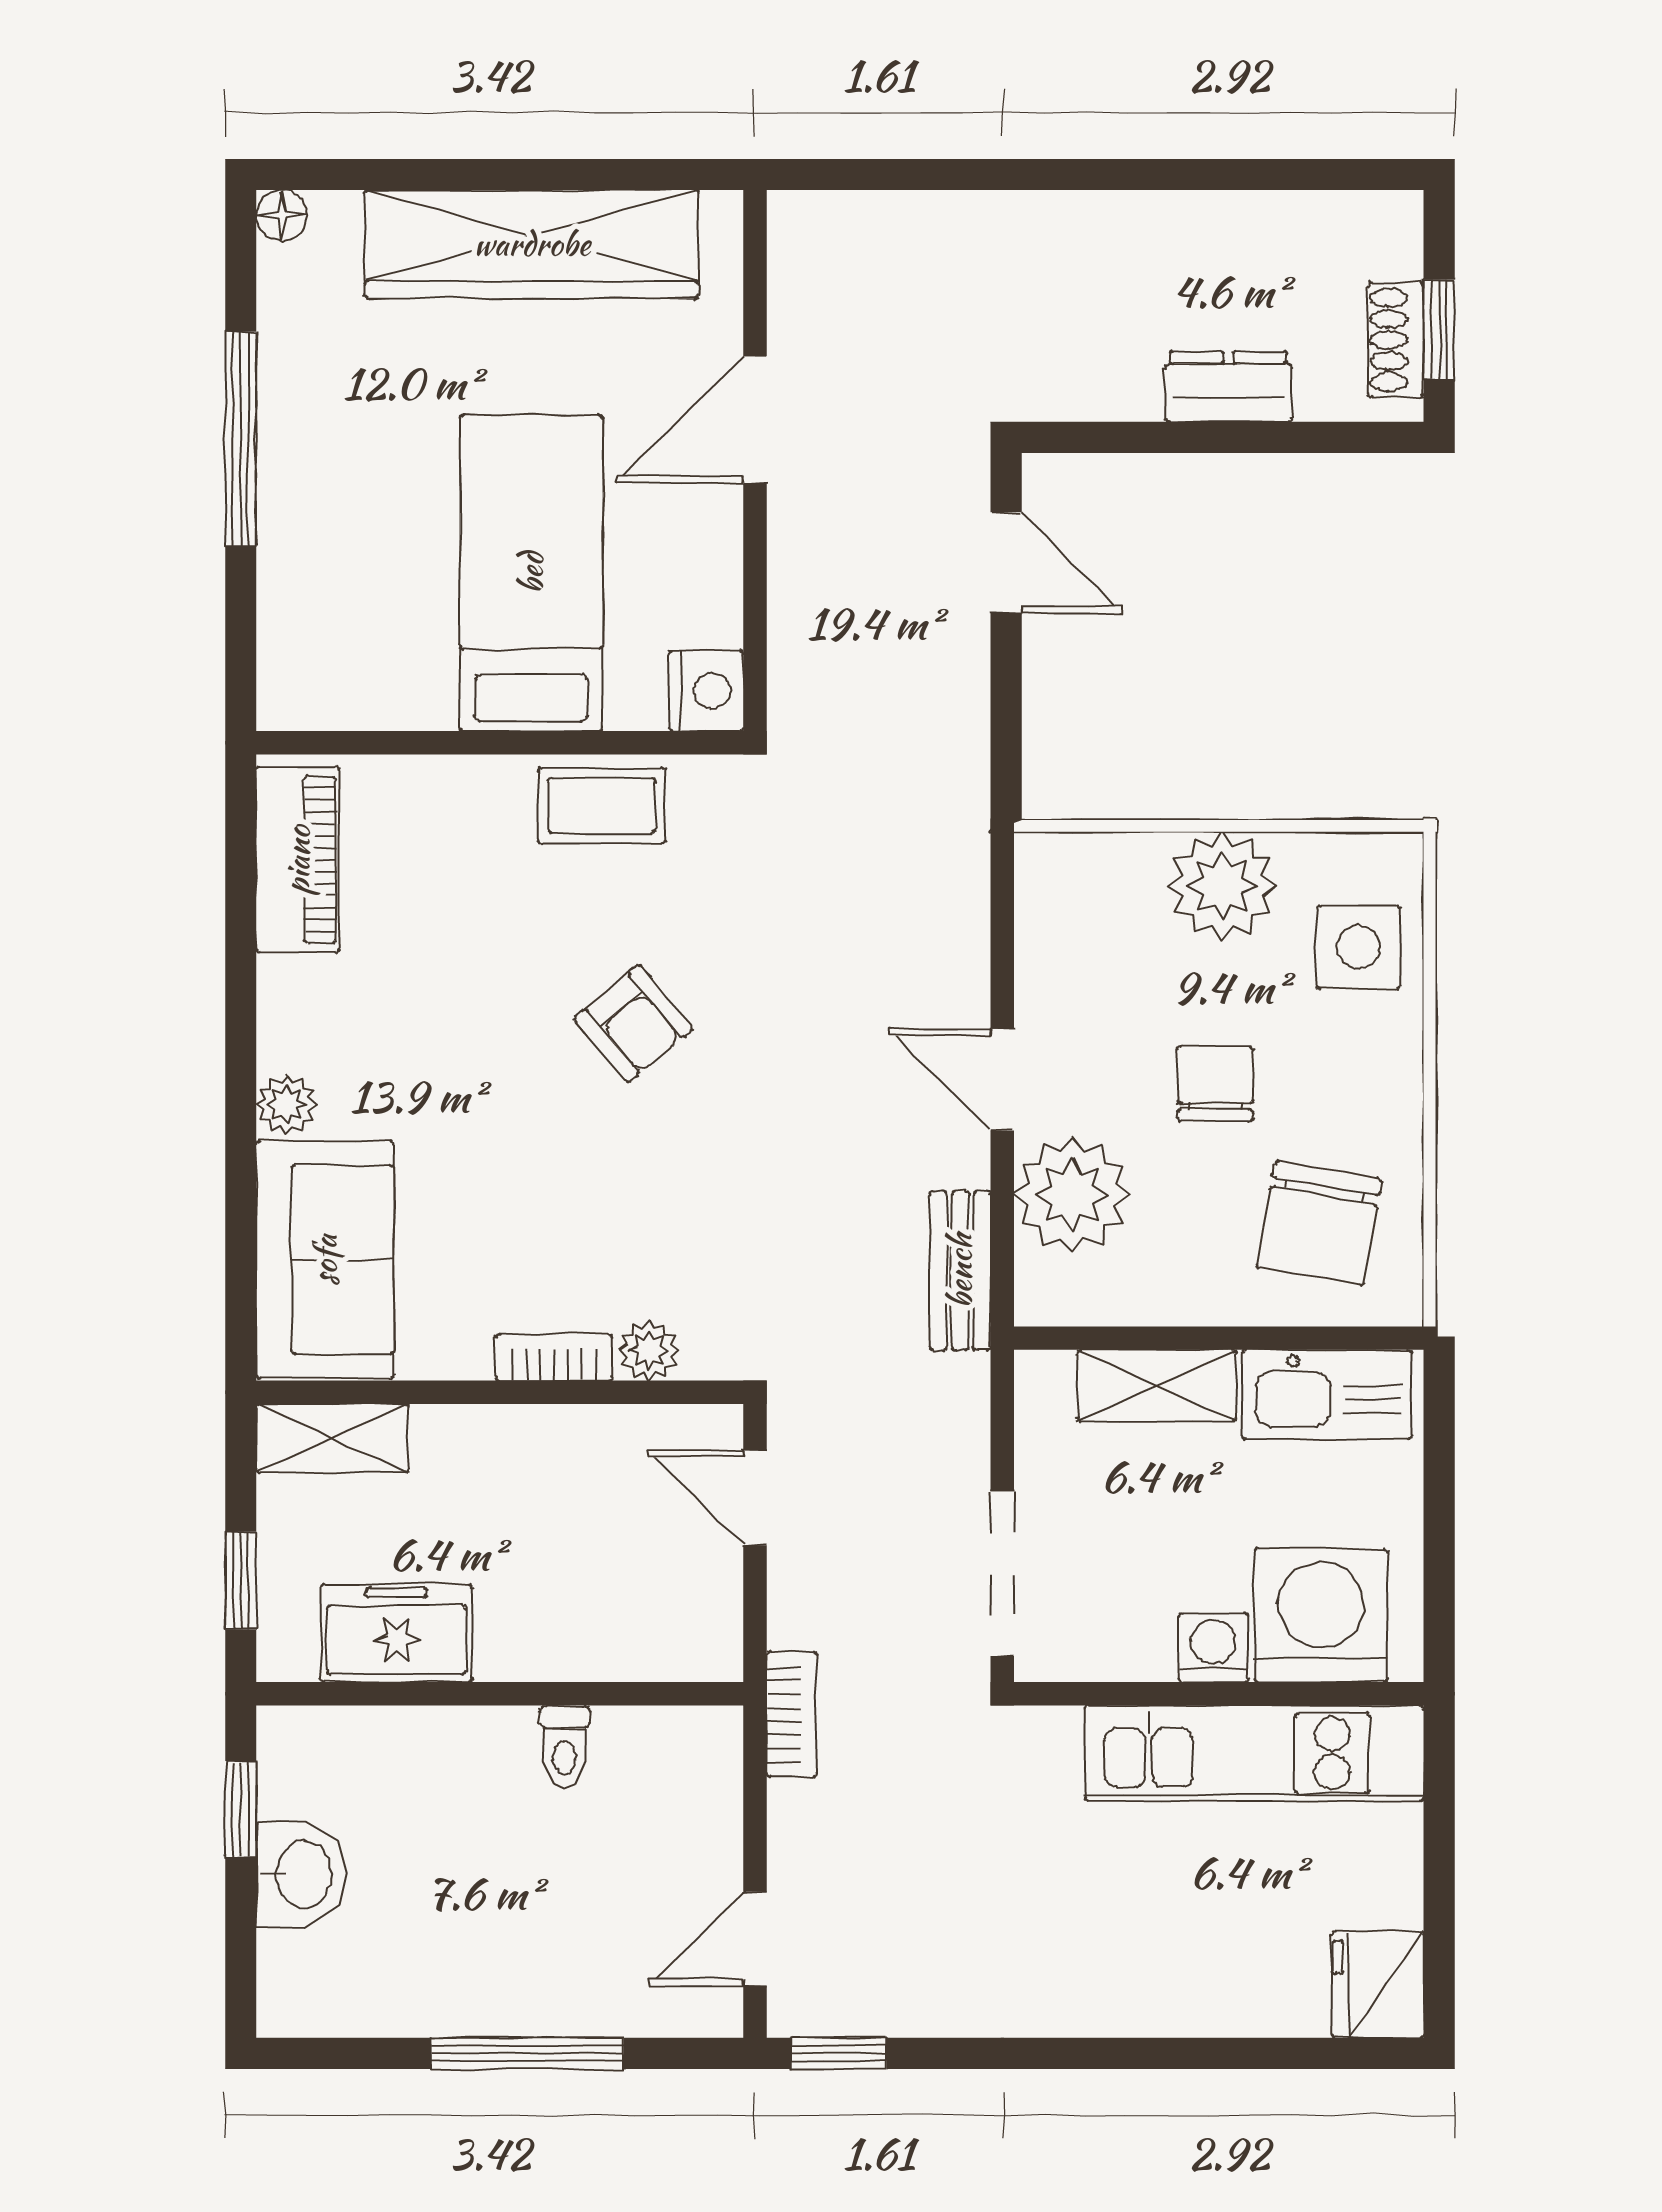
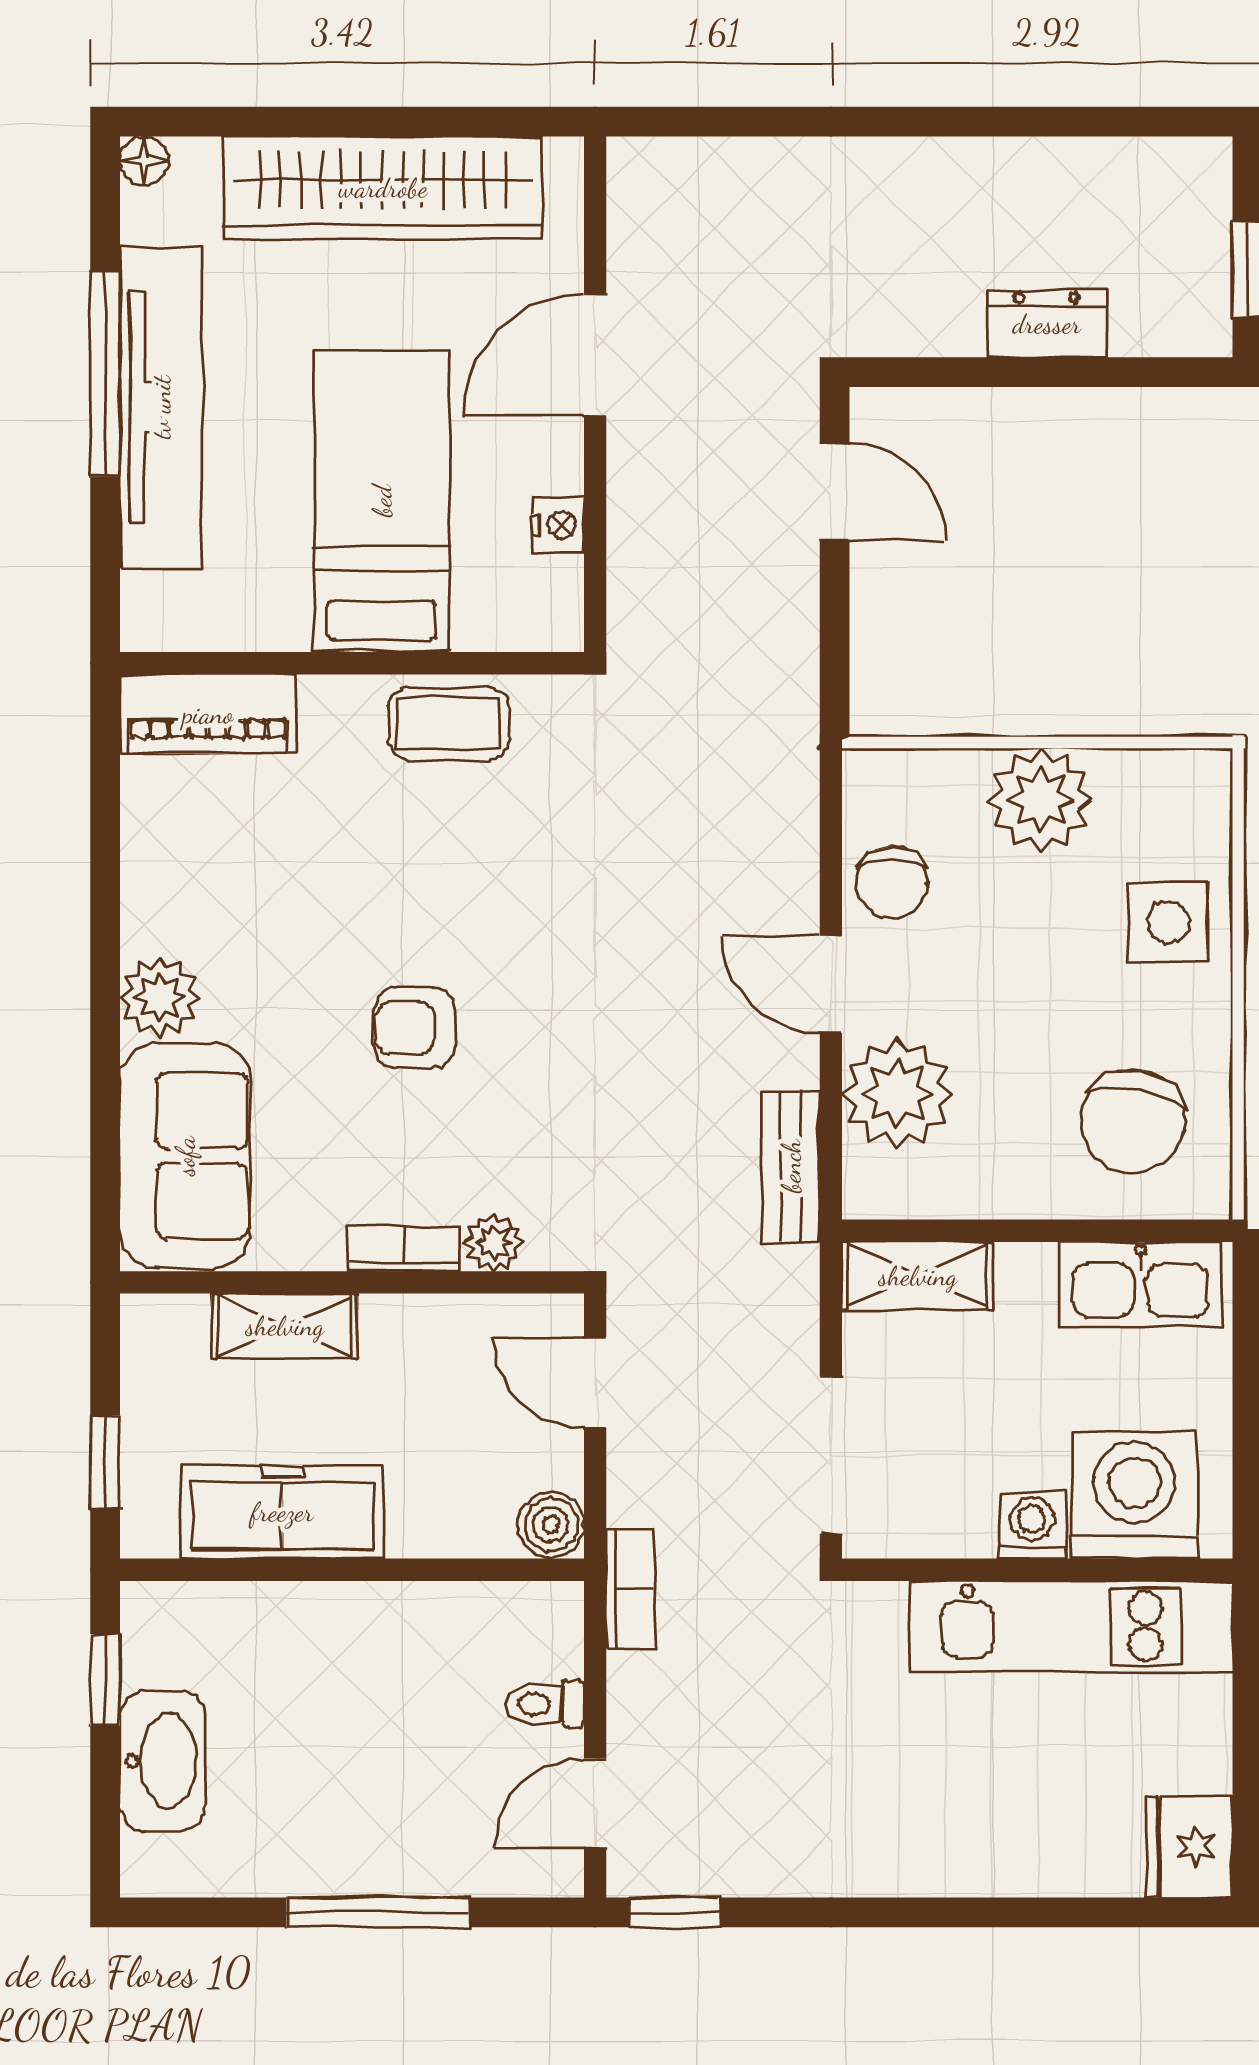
shoe rack: (1396, 340) -> (1206, 279), removed
tv unit: (299, 474) -> (161, 407), added
nightstand: (706, 691) -> (558, 525), moved, width x0.72, depth x0.74
piano: (298, 860) -> (208, 714), moved, turned 90
side table: (1358, 947) -> (1168, 923), moved
armchair: (633, 1023) -> (415, 1028), moved, turned 130
chair: (1215, 1084) -> (892, 882), moved, turned 180
plant: (287, 1105) -> (160, 997), width x1.38, depth x1.38
shelving: (1157, 1385) -> (918, 1276), moved
shelving: (332, 1438) -> (285, 1326), moved
freezer: (396, 1633) -> (282, 1512), width x1.40
boiler: (709, 1647) -> (551, 1525), added
toilet: (565, 1747) -> (545, 1704), moved, turned 90
washbasin: (301, 1874) -> (162, 1761), width x1.38

